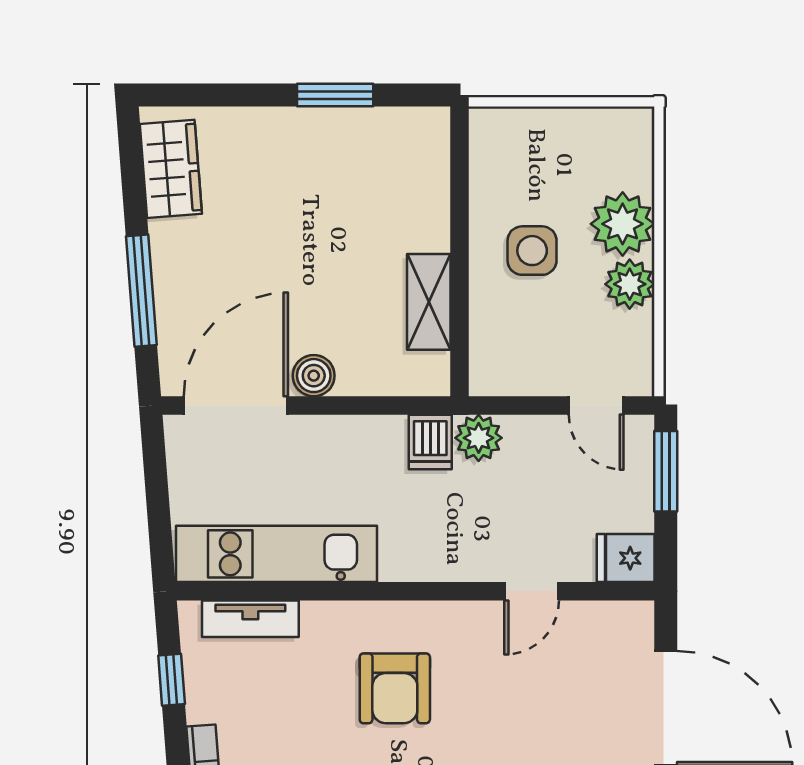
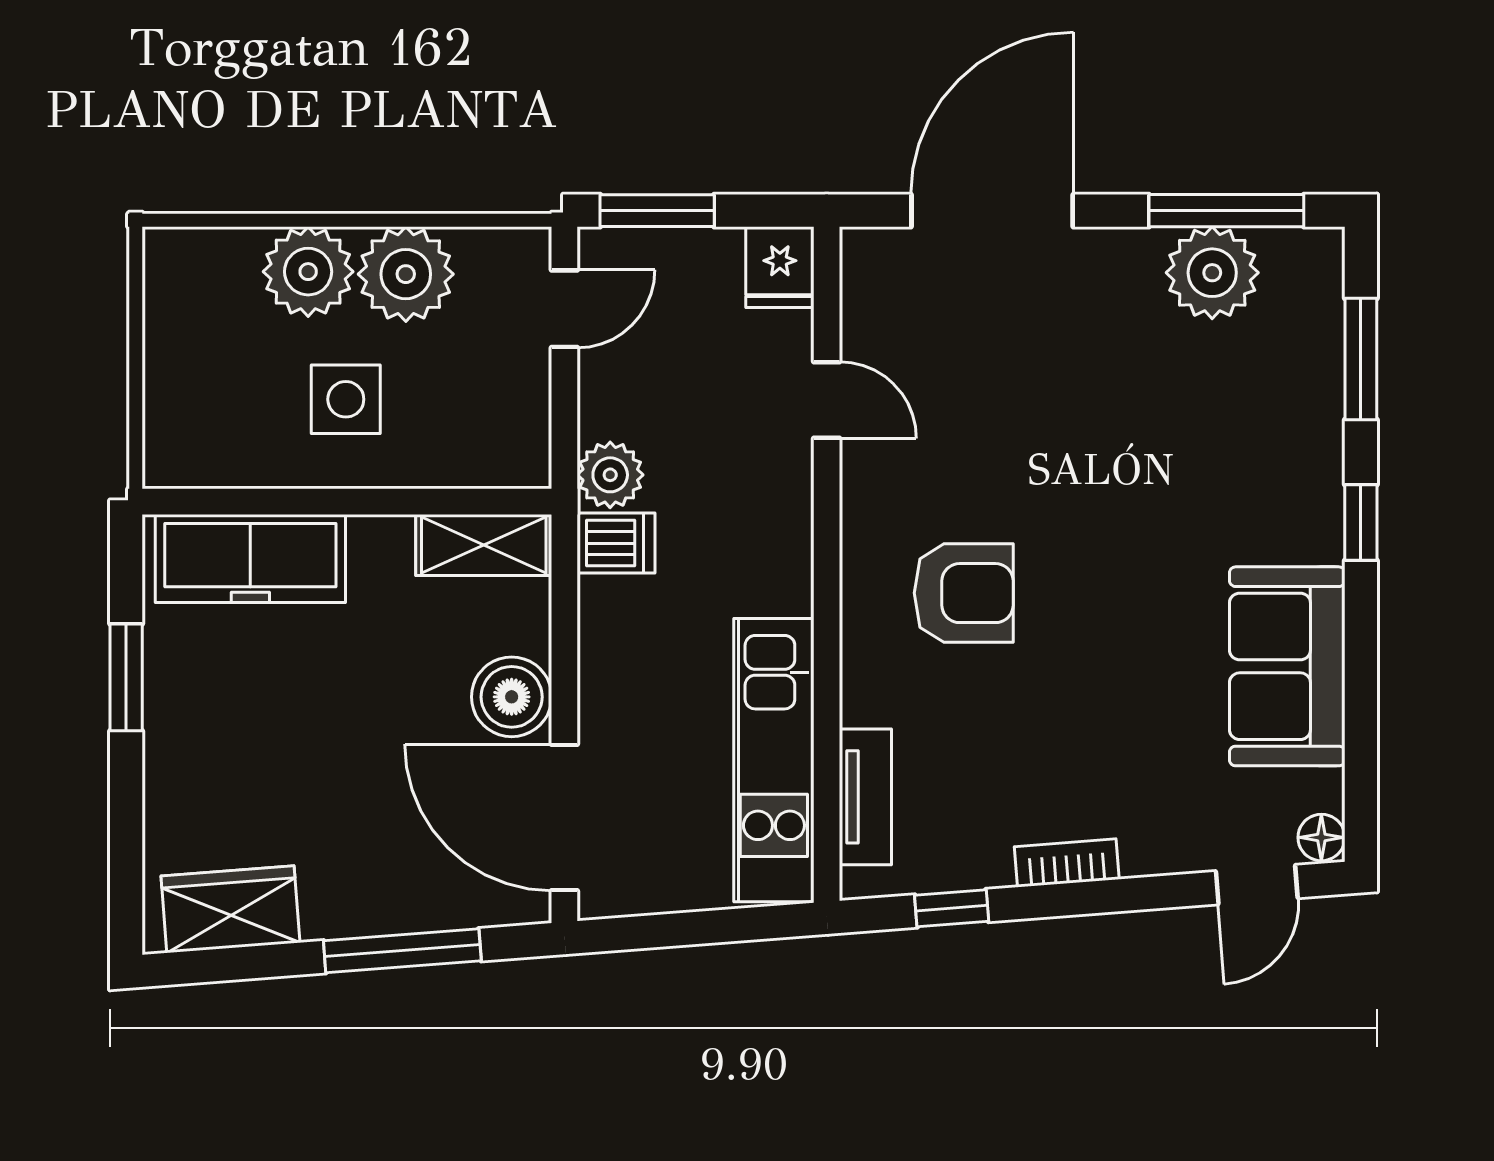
freezer: (419, 183) -> (250, 559), added
plant: (630, 284) -> (406, 274), width x1.36, depth x1.36
shelving: (429, 302) -> (484, 545), moved
boiler: (314, 376) -> (512, 697), width x1.36, depth x1.36

